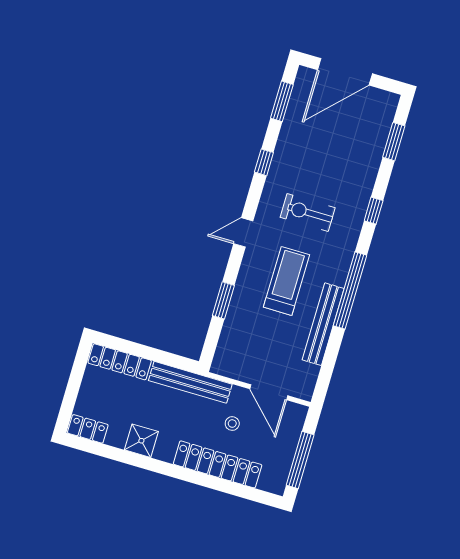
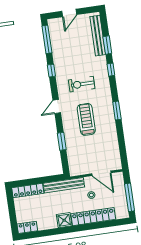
door: (345, 72) -> (69, 13), width x0.53
window: (282, 101) -> (47, 39), width x1.44
window: (394, 142) -> (107, 45), moved
window: (350, 290) -> (117, 111), width x0.47
bench: (323, 324) -> (98, 36), moved
shower: (141, 441) -> (64, 220), moved

